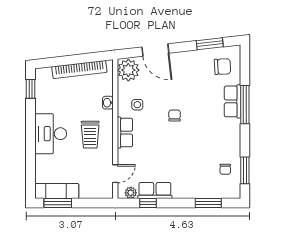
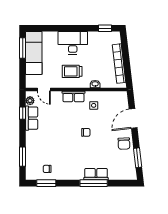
chair: (222, 67) -> (124, 144), moved
plant: (128, 70) -> (119, 99), removed
exam couch: (57, 191) -> (34, 53), width x1.36, depth x1.45

